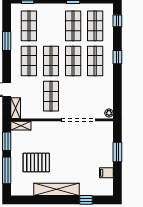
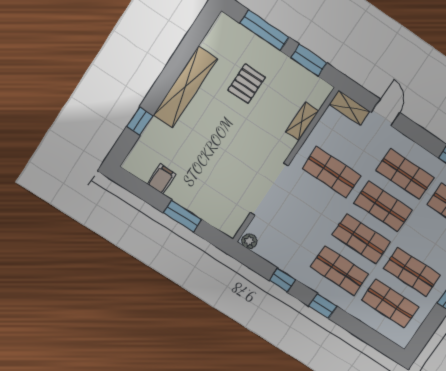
window: (117, 21) -> (283, 280), moved
shelving: (21, 126) -> (302, 121), moved
pallet: (36, 163) -> (247, 84), width x0.67, depth x0.71

